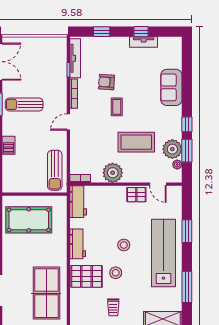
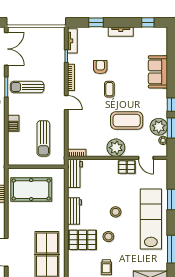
window: (141, 32) -> (148, 22), moved
tv unit: (144, 42) -> (121, 32), moved
tv unit: (75, 58) -> (72, 41), width x0.71
armchair: (107, 82) -> (100, 67), turned 86
door: (68, 122) -> (66, 103), swing flipped
sun lounger: (55, 170) -> (43, 138), moved
plant: (113, 173) -> (116, 148), moved

